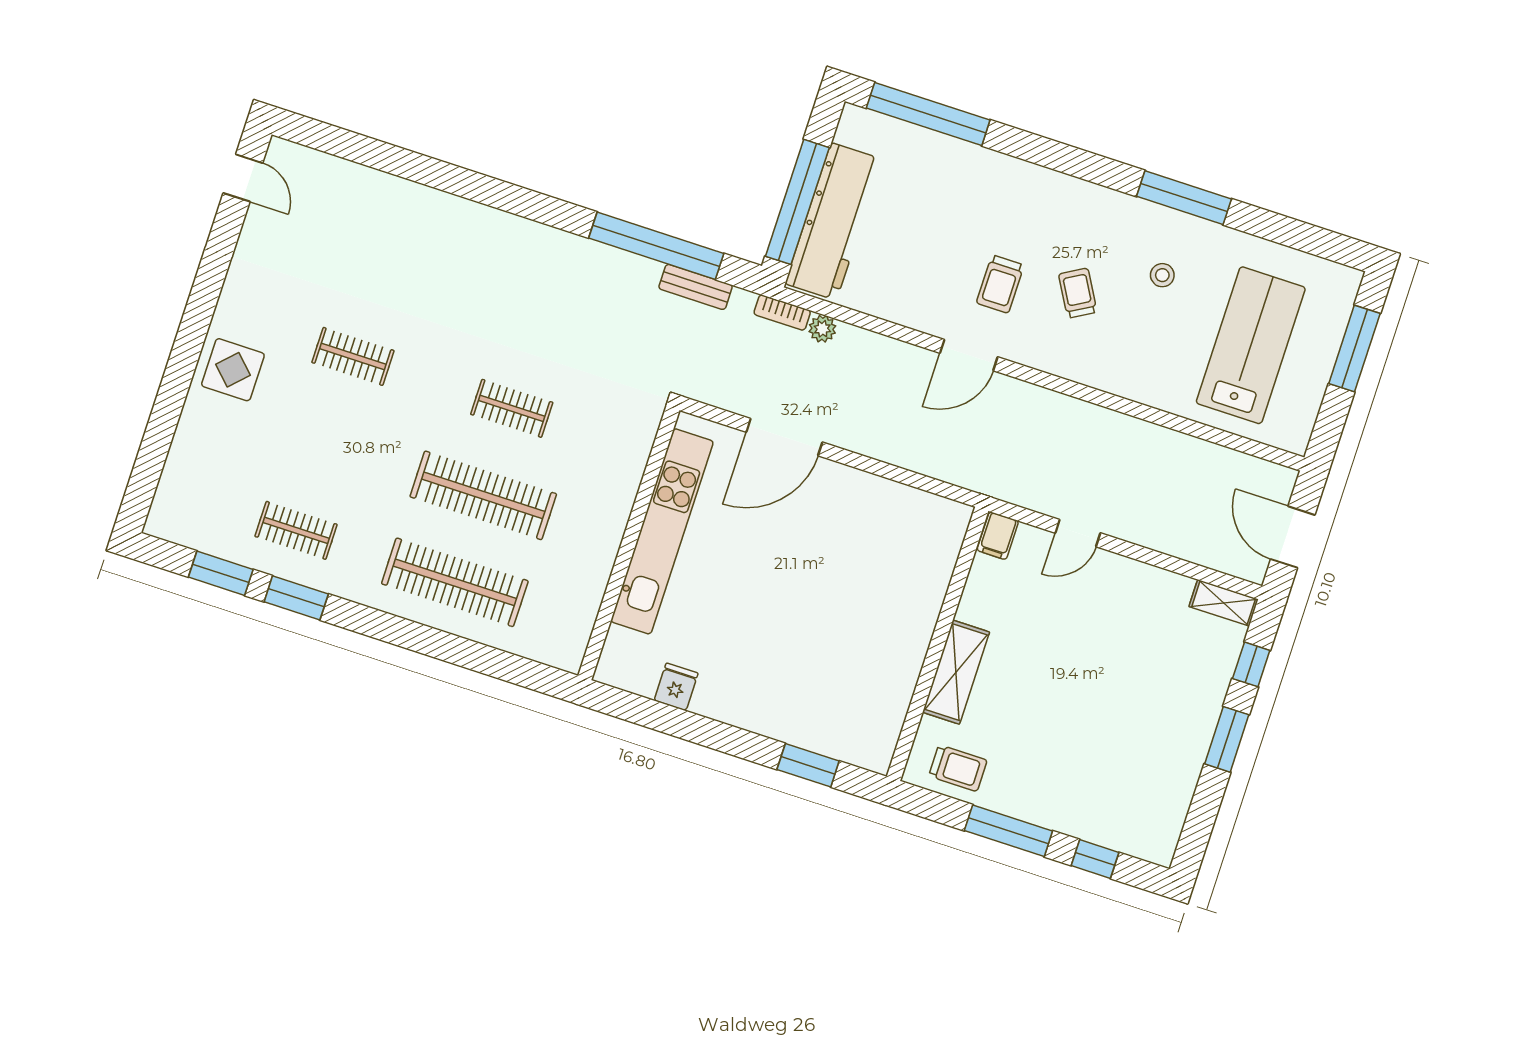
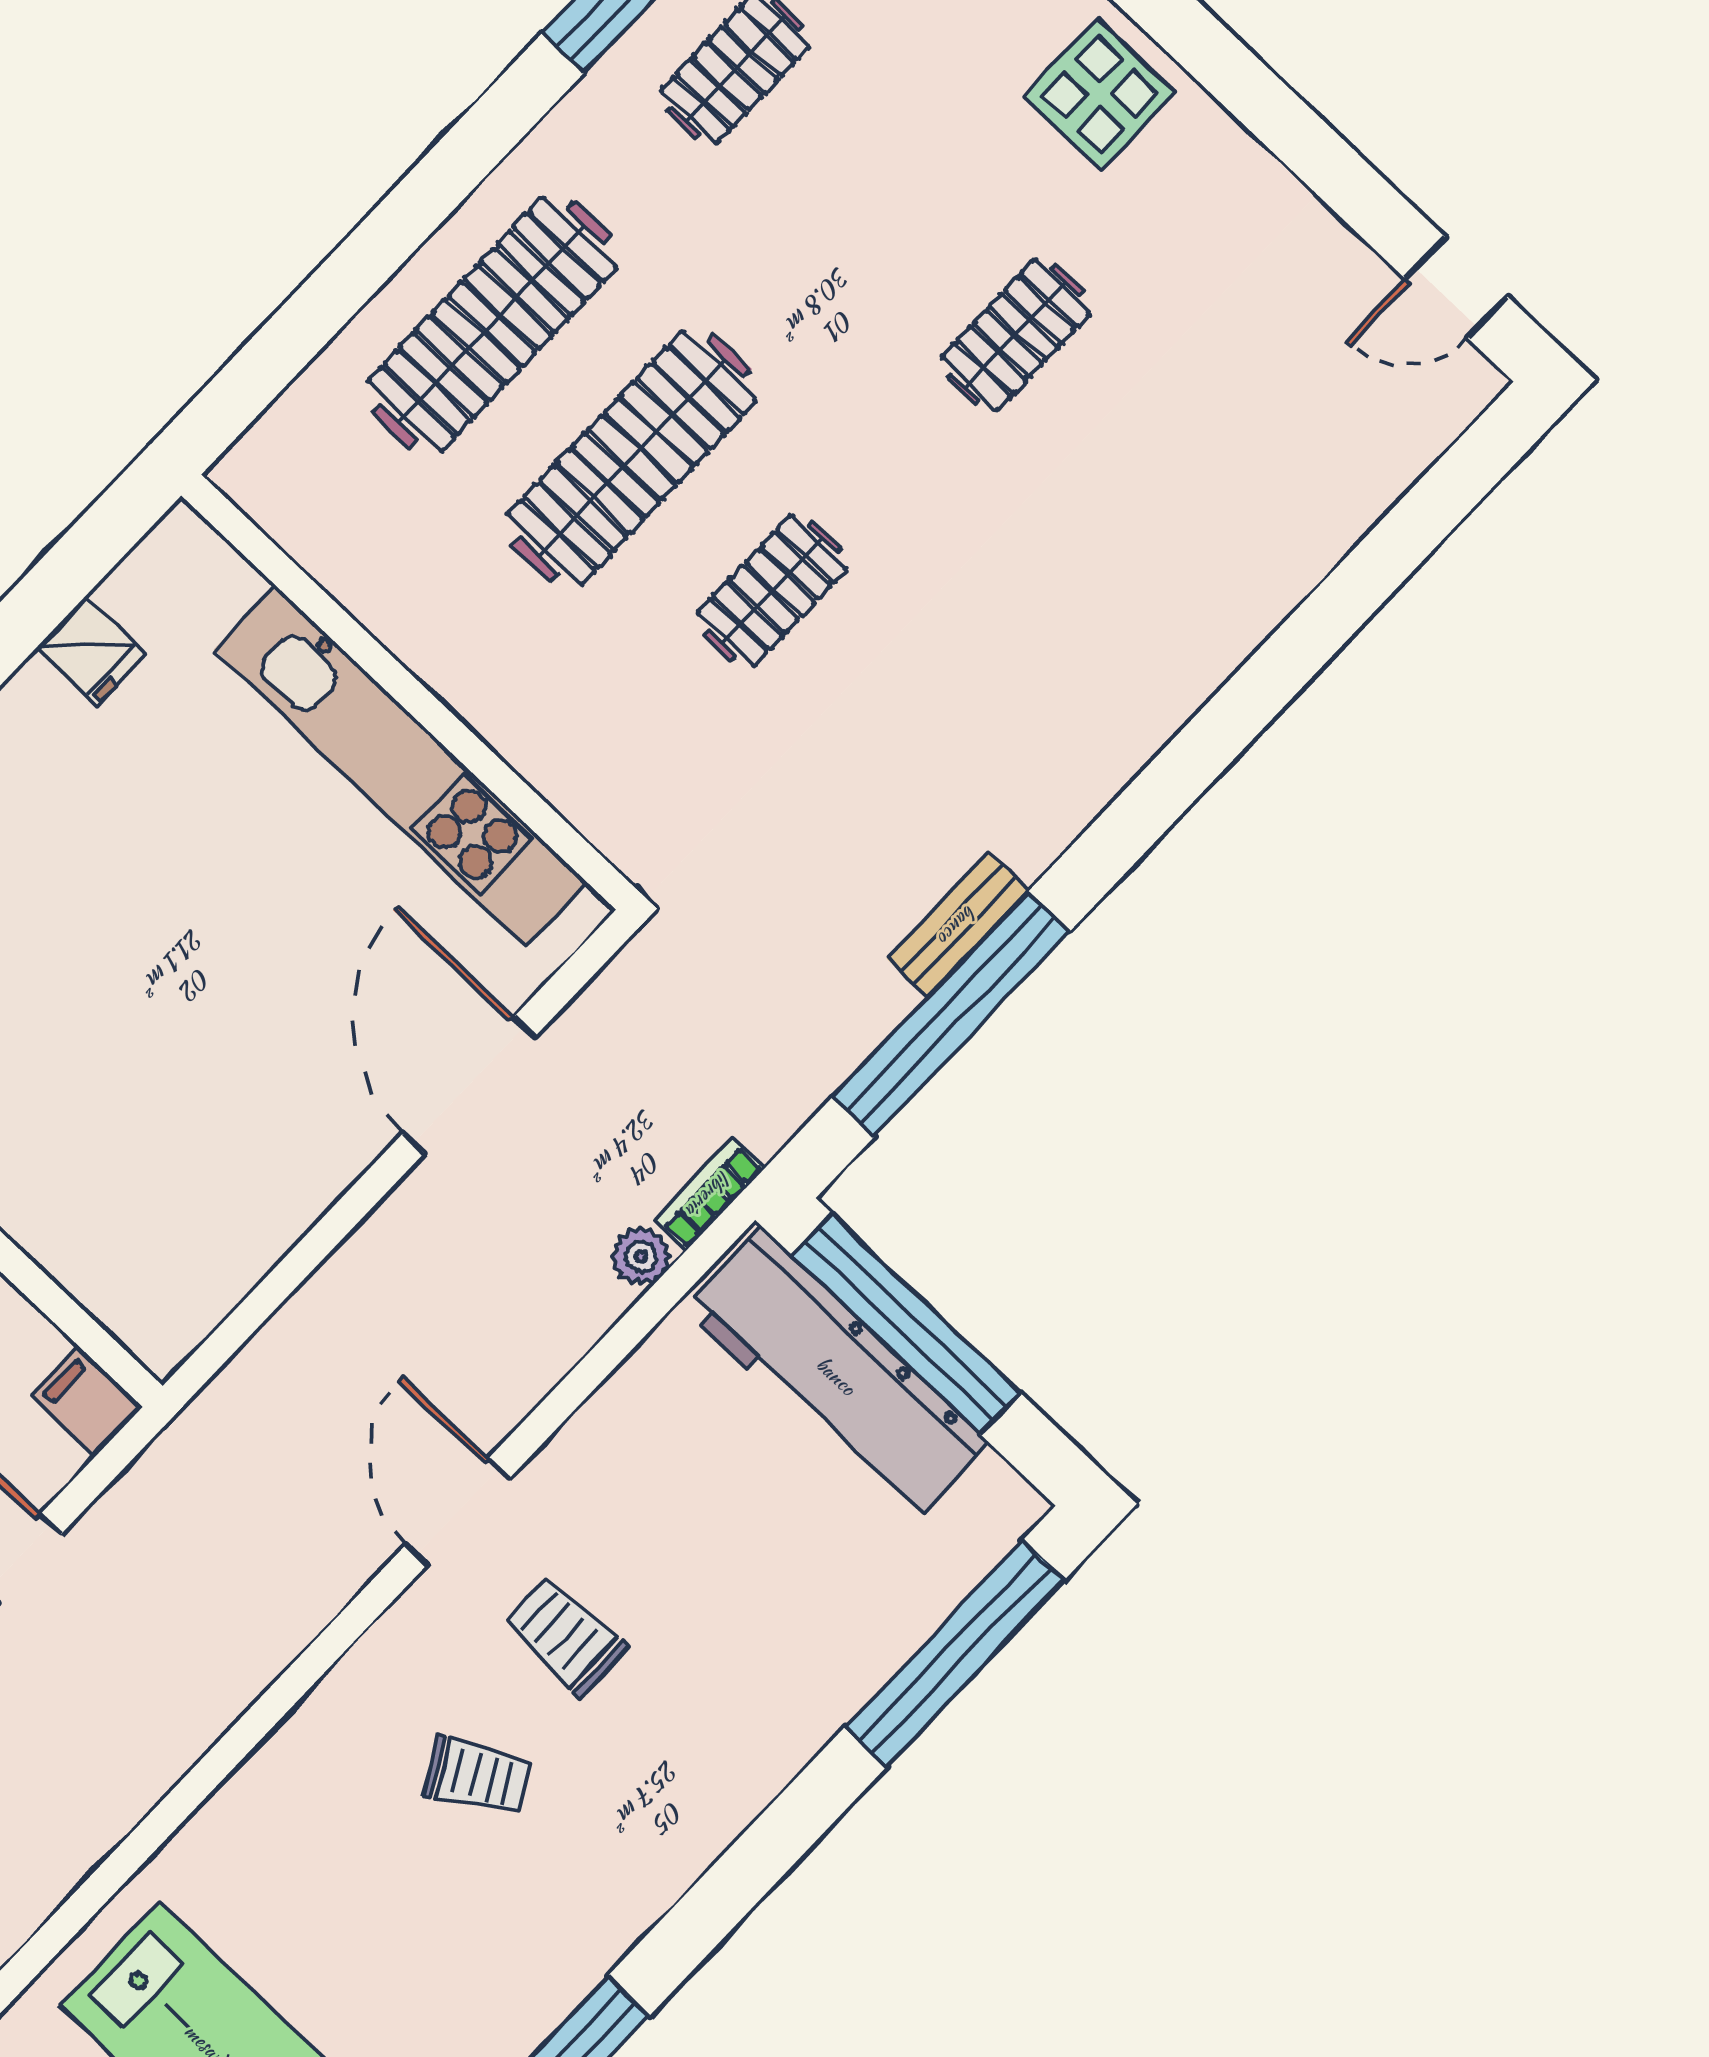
stool: (1162, 275) -> (434, 1954), removed
bench: (696, 287) -> (958, 925), moved

